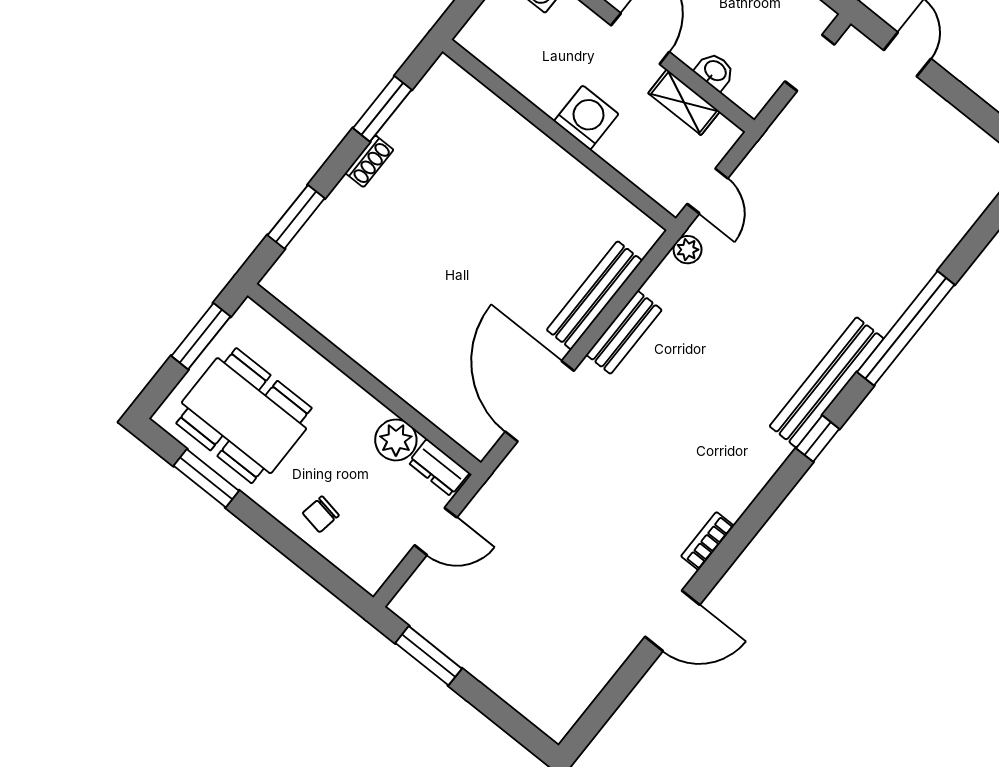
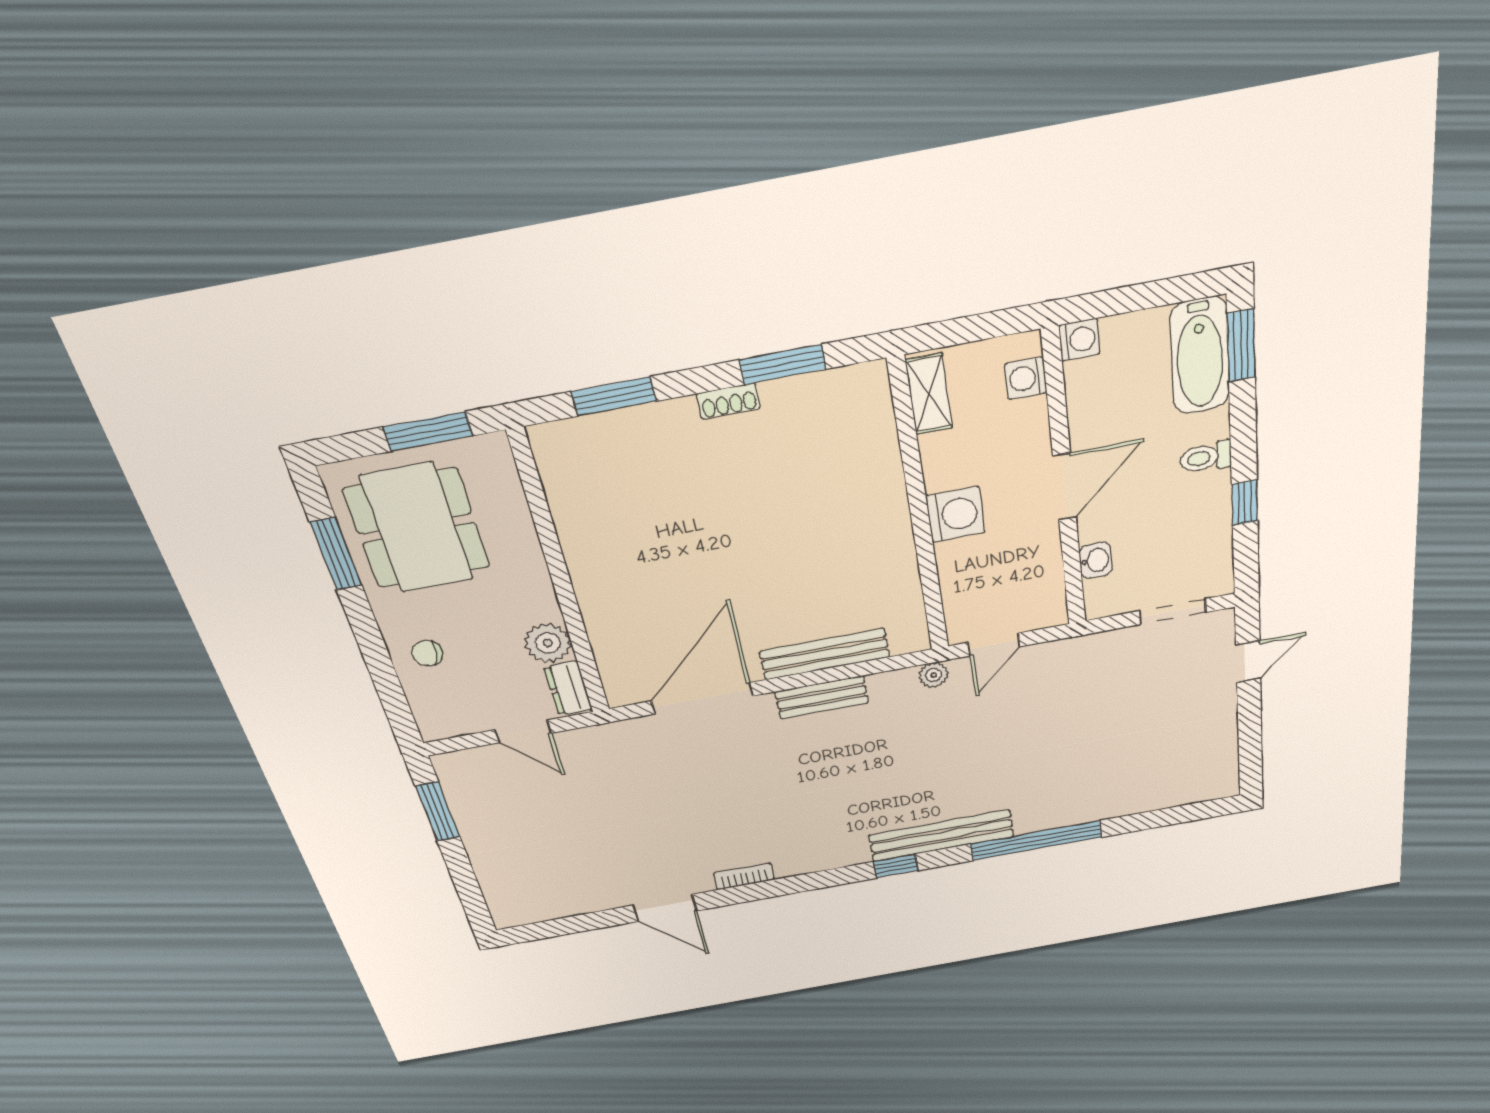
shelving: (684, 102) -> (929, 394), moved

